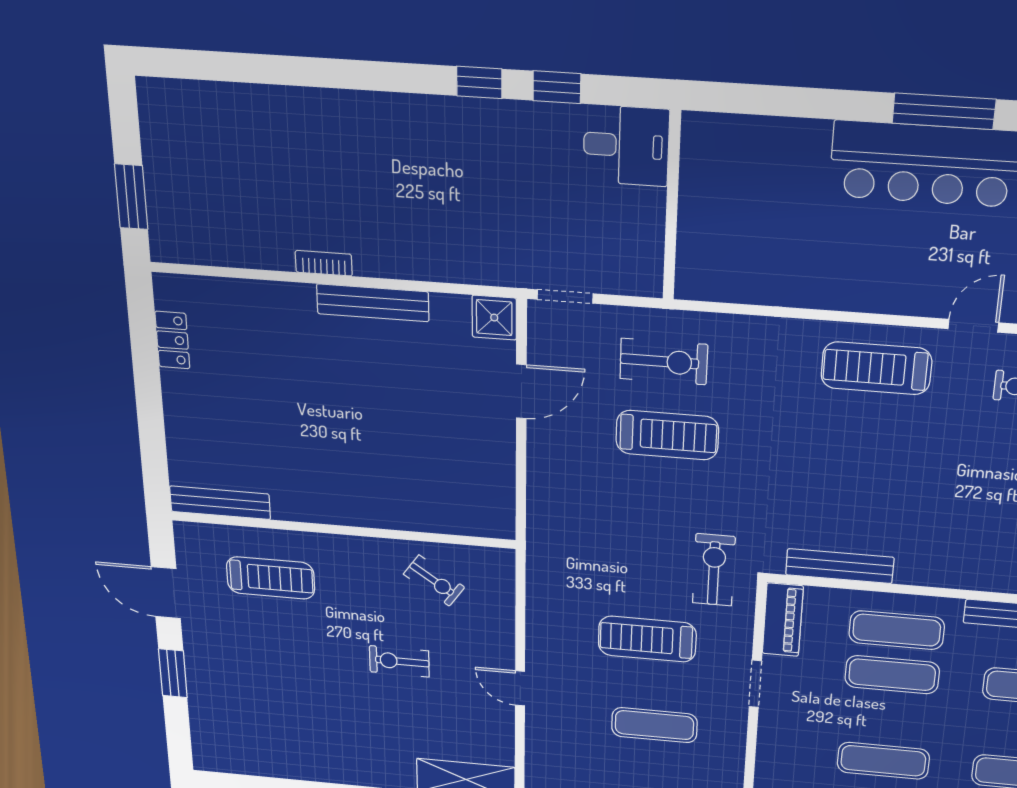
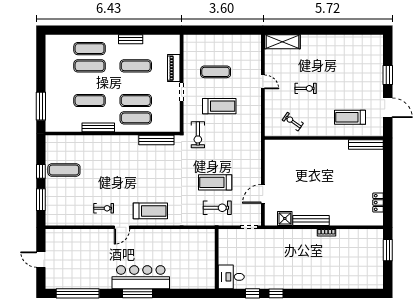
shower: (494, 318) -> (285, 218), moved
exercise bike: (664, 362) -> (217, 208), turned 180
piano: (783, 620) -> (174, 68), moved

